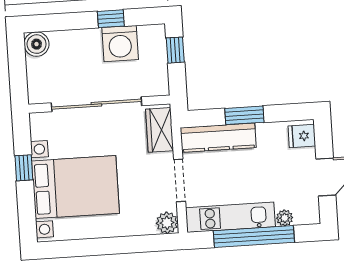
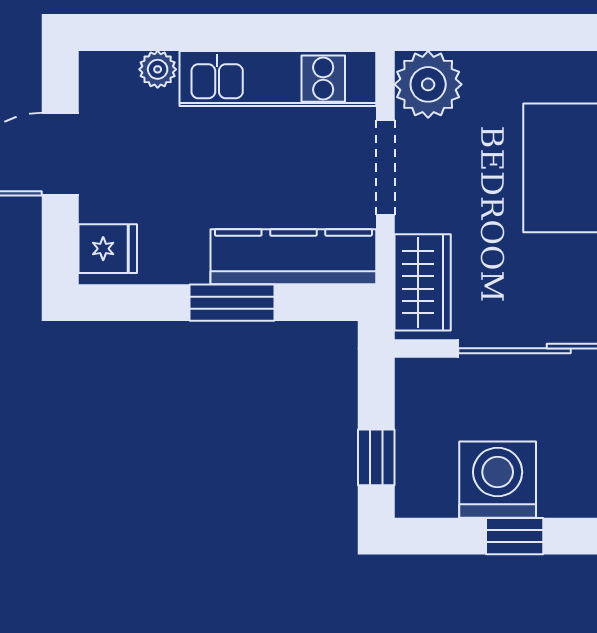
plant: (167, 223) -> (428, 84), width x1.36, depth x1.36
window: (254, 236) -> (228, 33), removed

